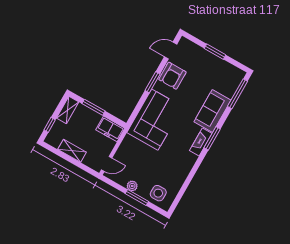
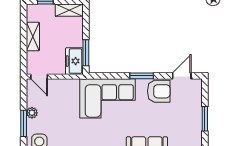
door: (171, 51) -> (182, 76), hinge flipped
armchair: (172, 76) -> (159, 91), turned 180
window: (93, 107) -> (86, 53), moved

